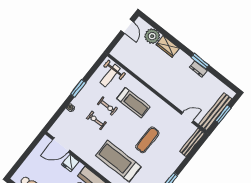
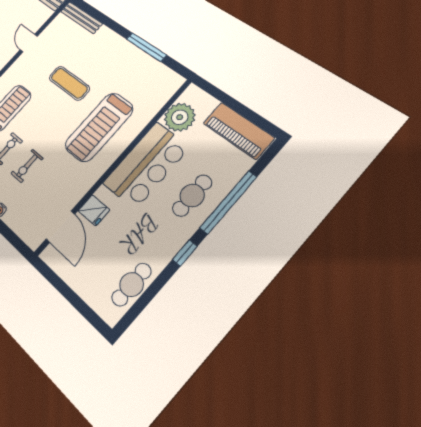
door: (187, 118) -> (29, 43), moved

